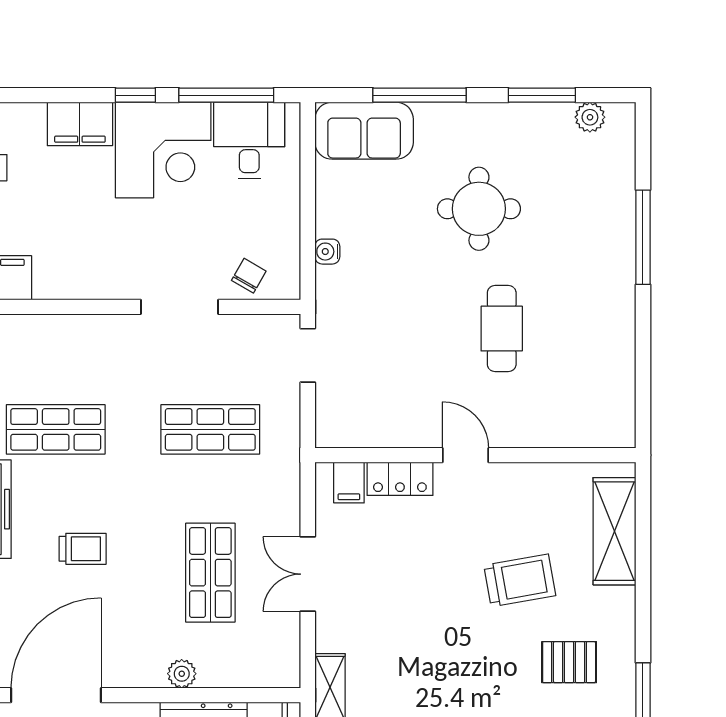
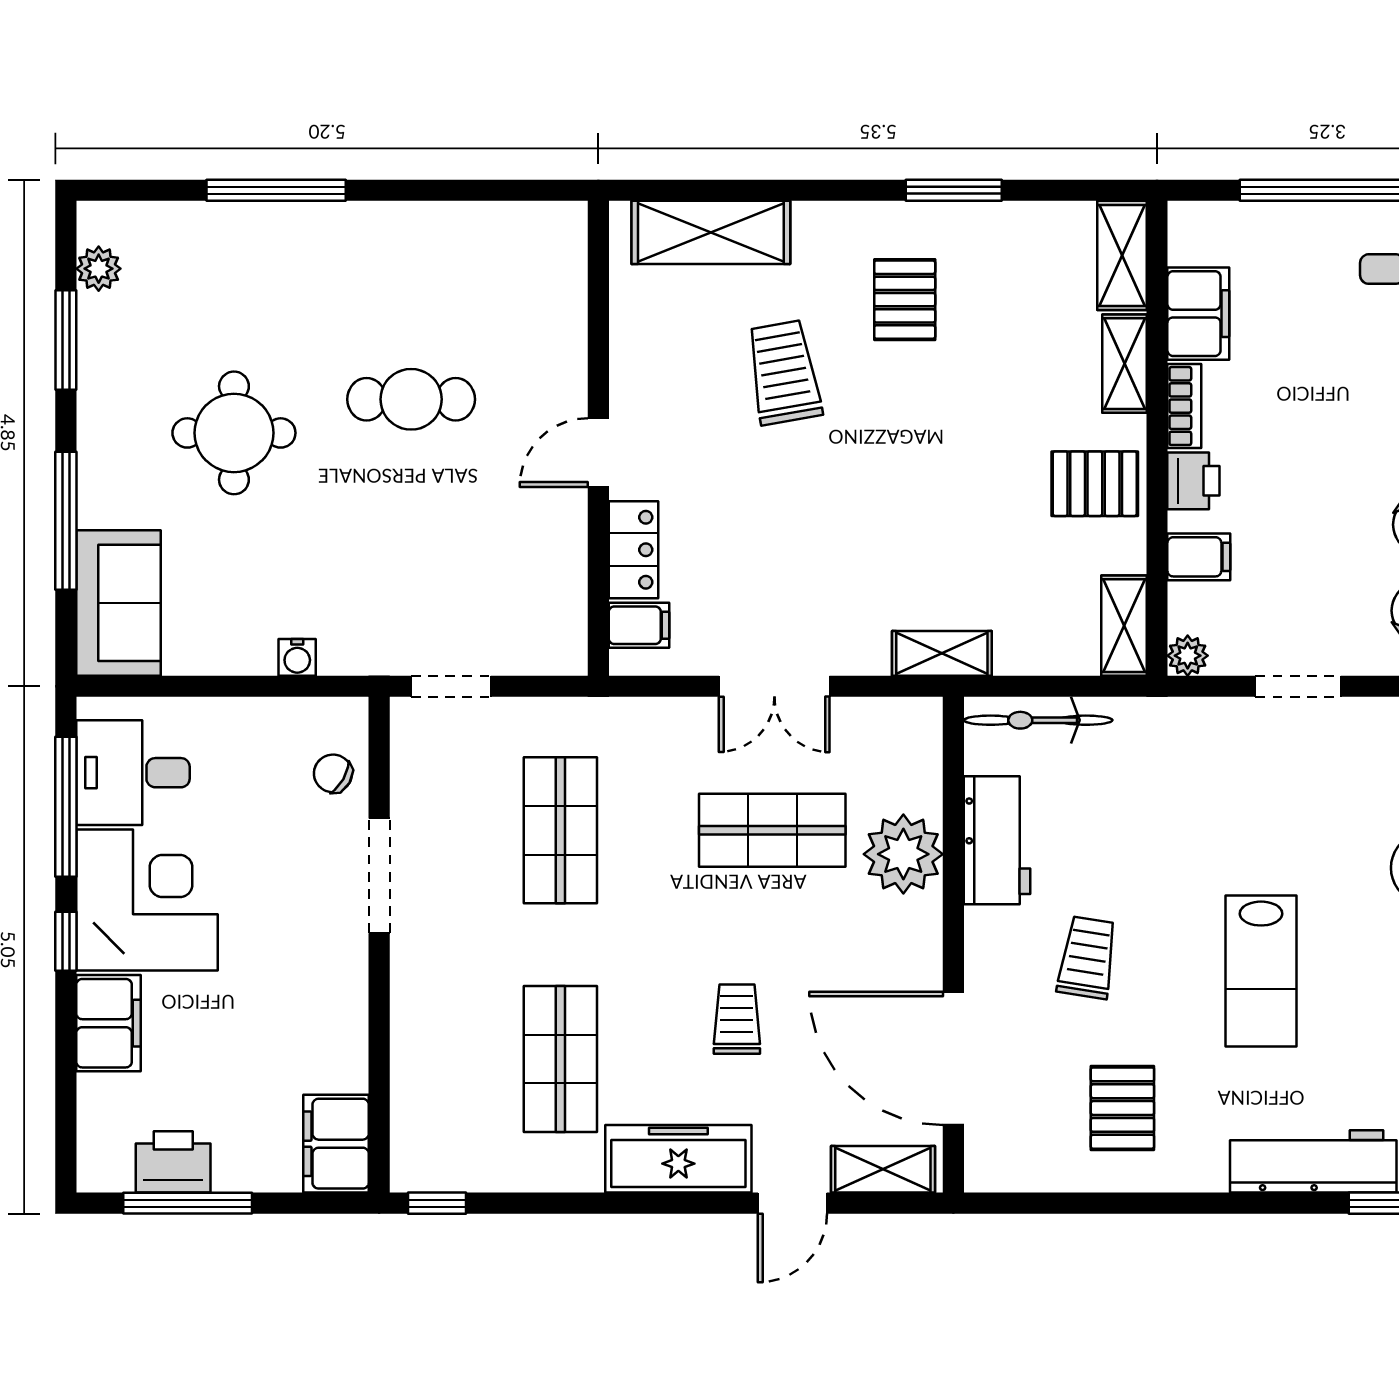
plant: (182, 674) -> (903, 854), width x1.88, depth x1.88

